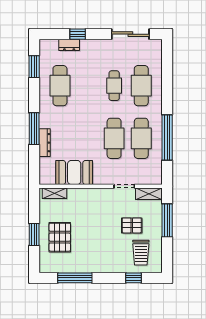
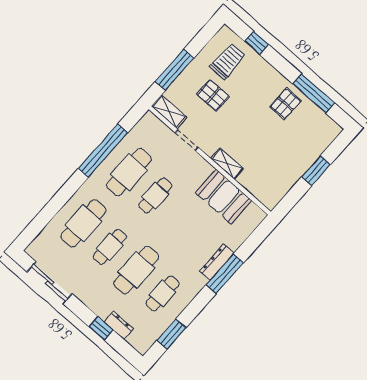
cafe table: (60, 86) -> (163, 293), width x0.73, depth x0.74
cafe table: (87, 86) -> (136, 270), added
cafe table: (114, 138) -> (155, 195), width x0.73, depth x0.74
dresser: (45, 143) -> (217, 262), moved
shelving: (55, 193) -> (227, 164), moved
pallet: (60, 237) -> (285, 104), moved, width x0.67, depth x0.71

